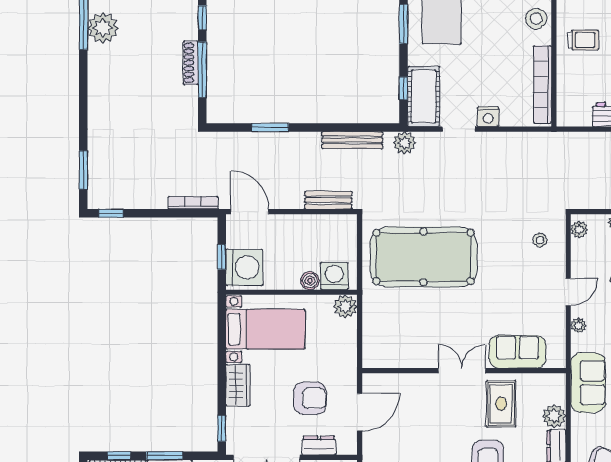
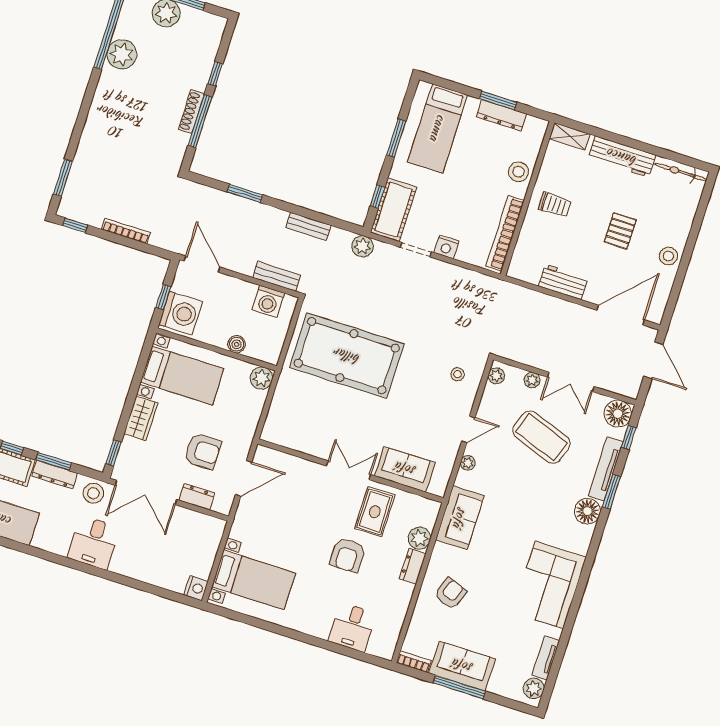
bench: (352, 140) -> (309, 226), width x0.73
bookcase: (193, 203) -> (126, 231), moved
washing machine: (334, 276) -> (268, 301), moved, turned 180

